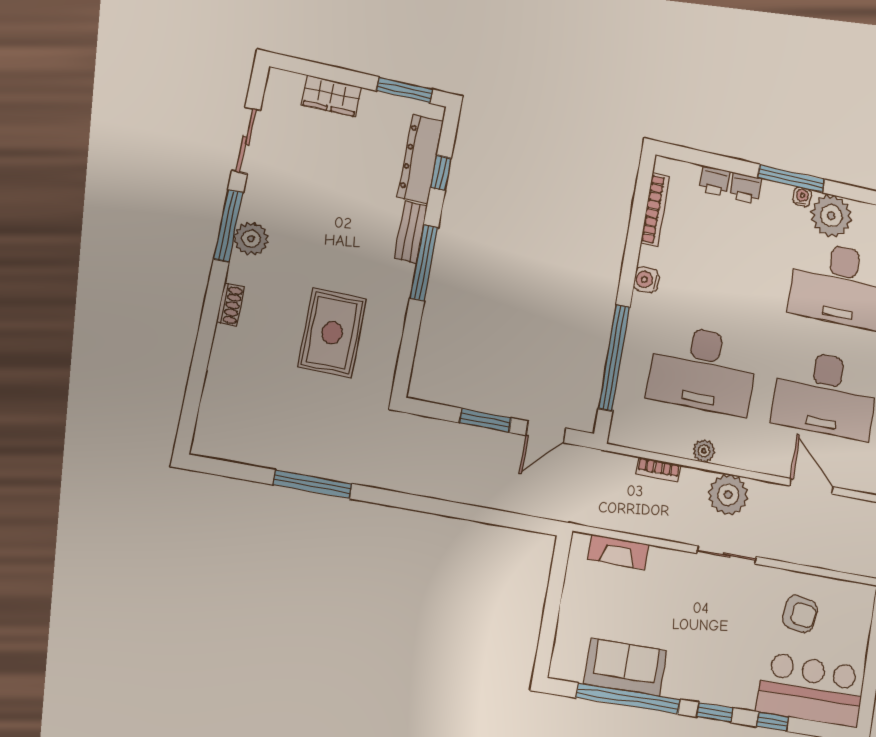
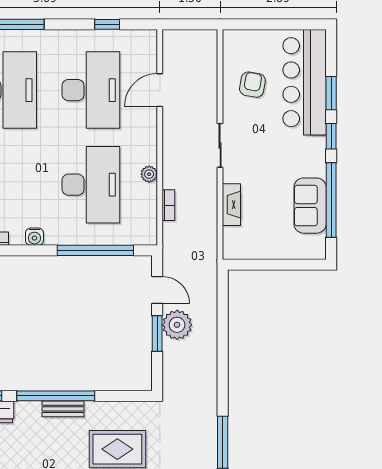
bench: (411, 232) -> (63, 409), moved
window: (424, 263) -> (56, 396), width x1.46
plant: (728, 495) -> (177, 325), moved
fireplace: (618, 552) -> (231, 205), moved
bar counter: (811, 690) -> (305, 82), width x1.36
window: (772, 722) -> (331, 93), width x1.50

